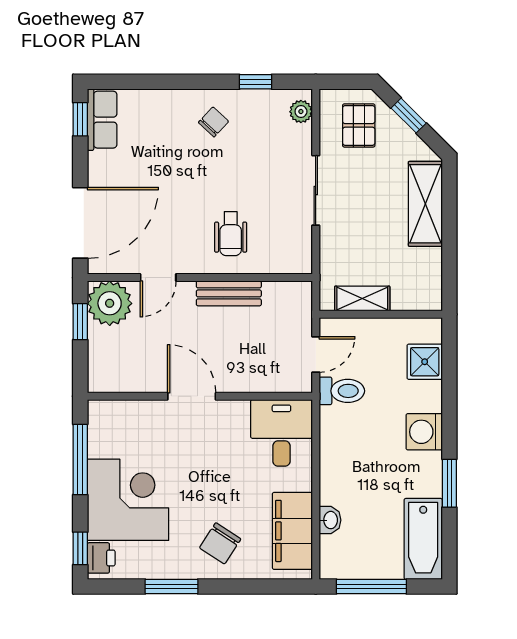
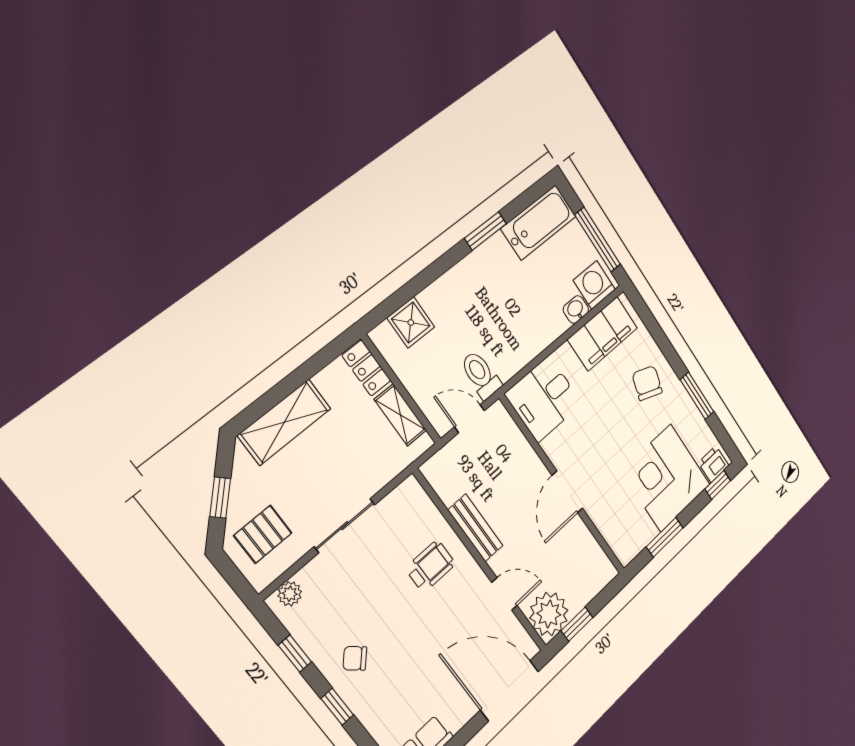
window: (190, 82) -> (337, 707), added
locker: (417, 298) -> (366, 368), added
washing machine: (424, 432) -> (594, 285), moved, turned 180
window: (80, 460) -> (665, 537), width x0.69
chair: (220, 543) -> (647, 383), turned -104

